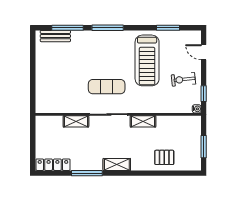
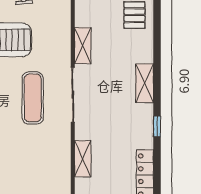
shelving: (76, 121) -> (83, 159), moved
window: (87, 173) -> (157, 126), width x0.46

